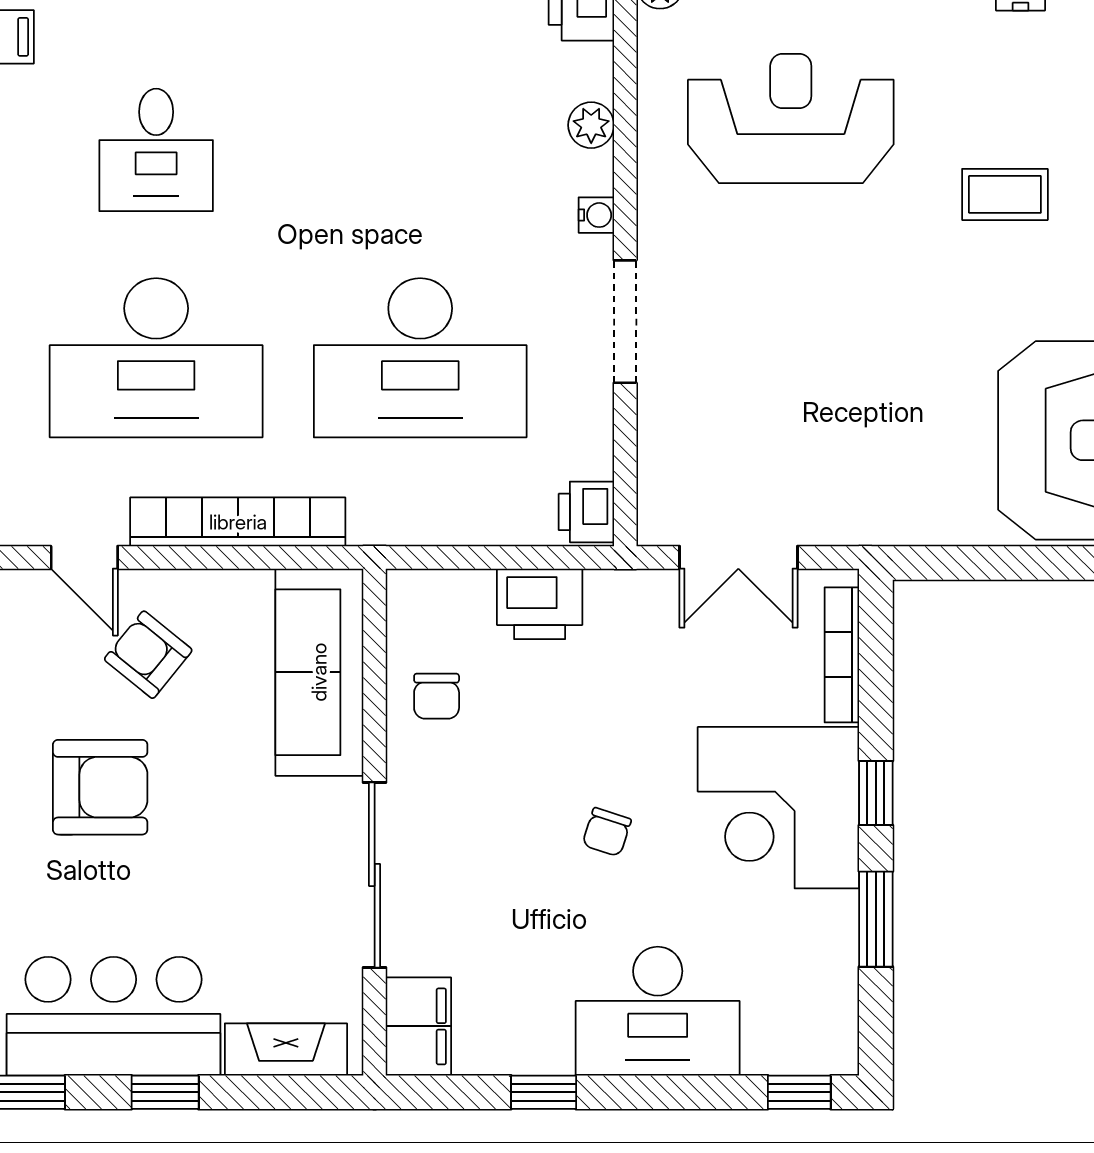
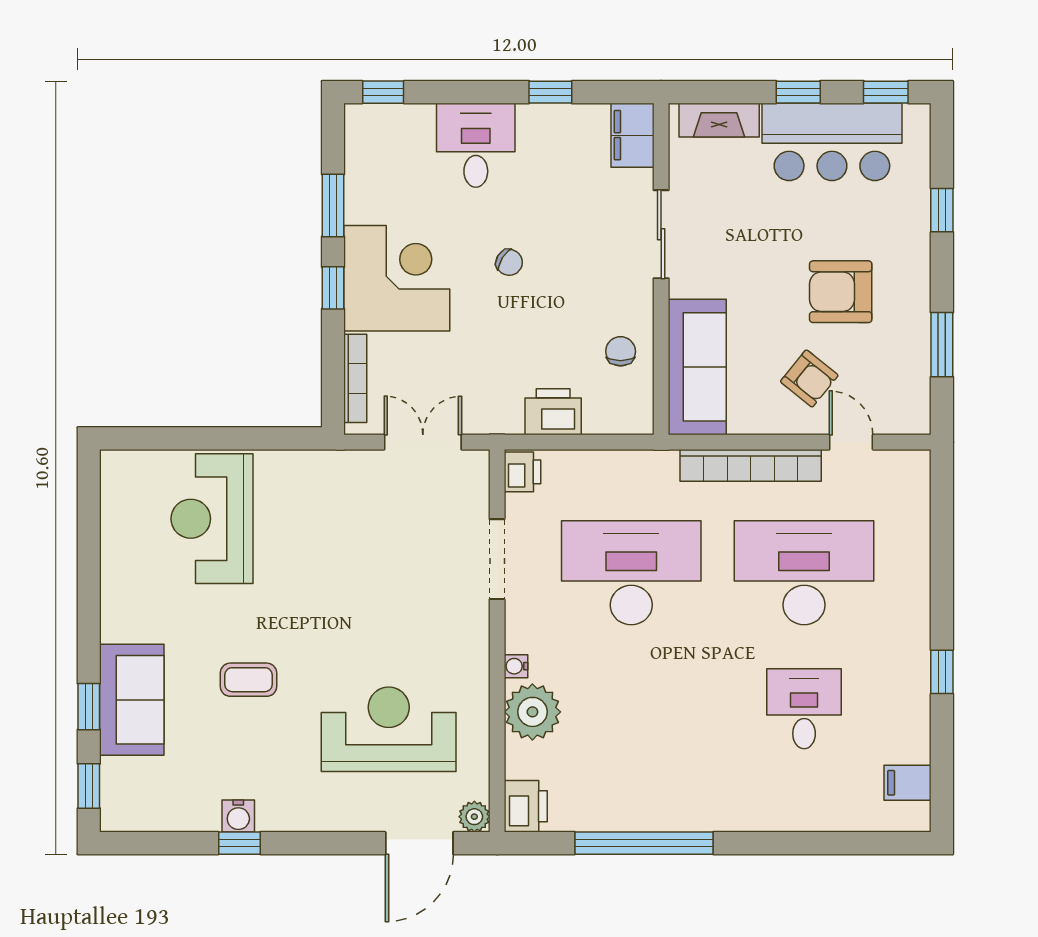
reception desk: (791, 119) -> (389, 729), turned 180
plant: (591, 125) -> (532, 712), width x1.88, depth x1.88
doorway: (625, 322) -> (497, 559), moved
chair: (607, 832) -> (509, 262), turned 104
sliding door: (375, 875) -> (661, 234), width x0.73
desk: (658, 1011) -> (476, 145), width x0.73

